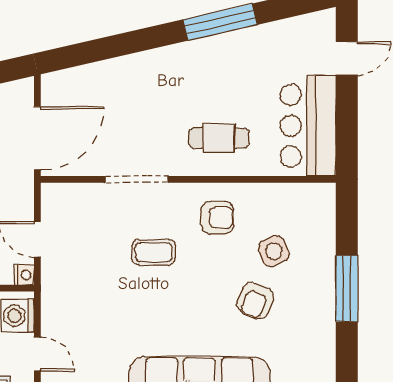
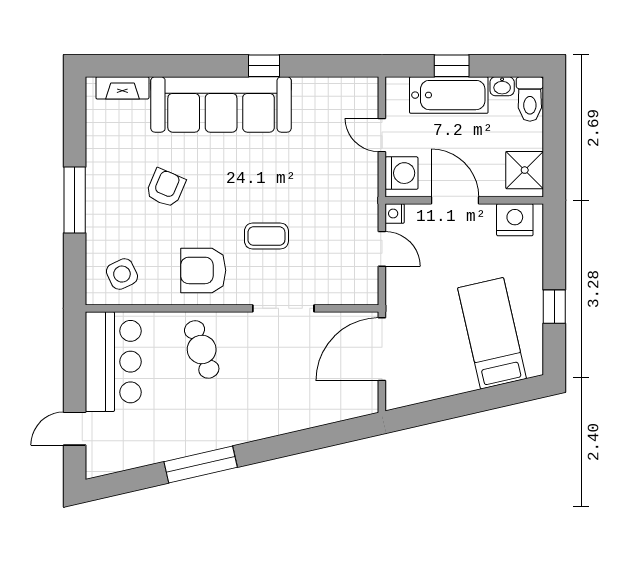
cafe table: (219, 138) -> (202, 349), turned 70
armchair: (217, 218) -> (203, 270), width x1.38, depth x1.38
side table: (274, 251) -> (122, 274), moved

